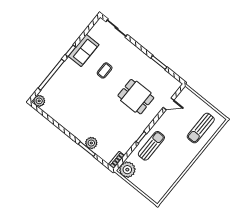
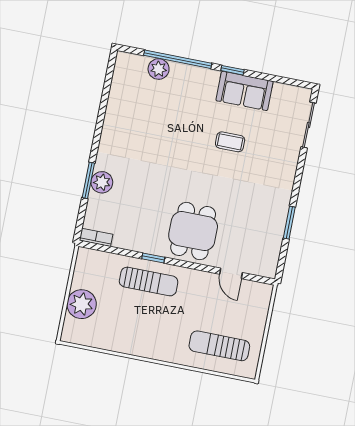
dining table: (136, 97) -> (193, 231), moved
plant: (39, 101) -> (159, 69), moved
plant: (127, 170) -> (82, 304), moved

